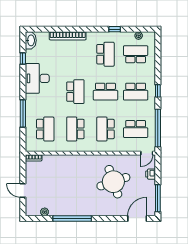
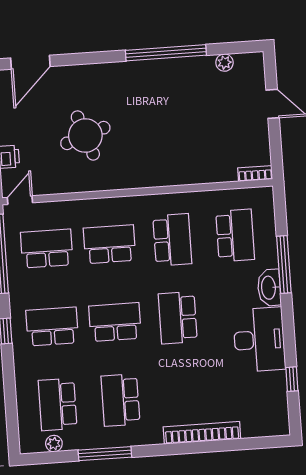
window: (115, 29) -> (105, 454), width x2.17
washbasin: (31, 40) -> (269, 288), moved
school desk: (136, 54) -> (58, 404), turned 90
school desk: (45, 129) -> (235, 235), turned 180
school desk: (105, 129) -> (110, 244), turned -90
round table: (113, 182) -> (85, 136), width x0.73, depth x0.73

